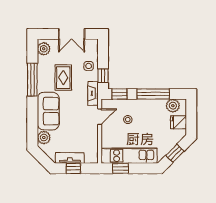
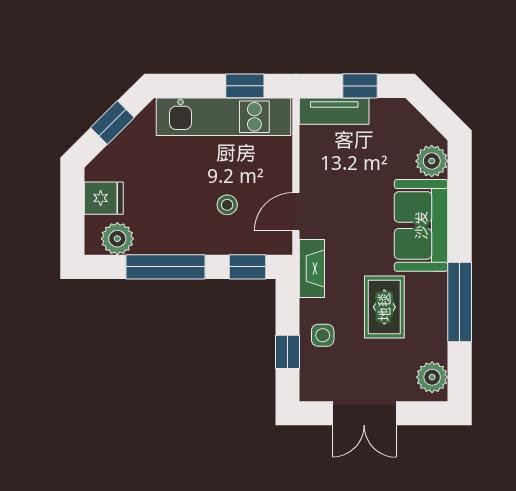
double door: (72, 34) -> (364, 413), swing flipped
window: (103, 76) -> (288, 352), moved
tv unit: (70, 158) -> (334, 111), moved

